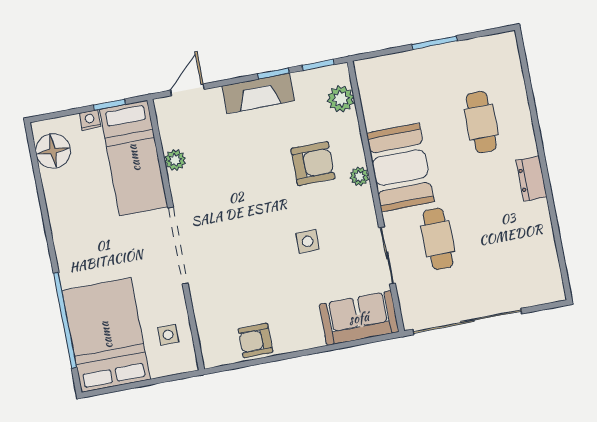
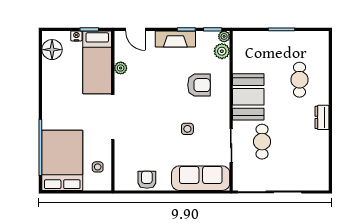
door: (187, 90) -> (135, 29), swing flipped
plant: (359, 176) -> (224, 36), moved
sofa: (359, 318) -> (201, 178), width x1.36
armchair: (255, 341) -> (147, 180), turned 90

